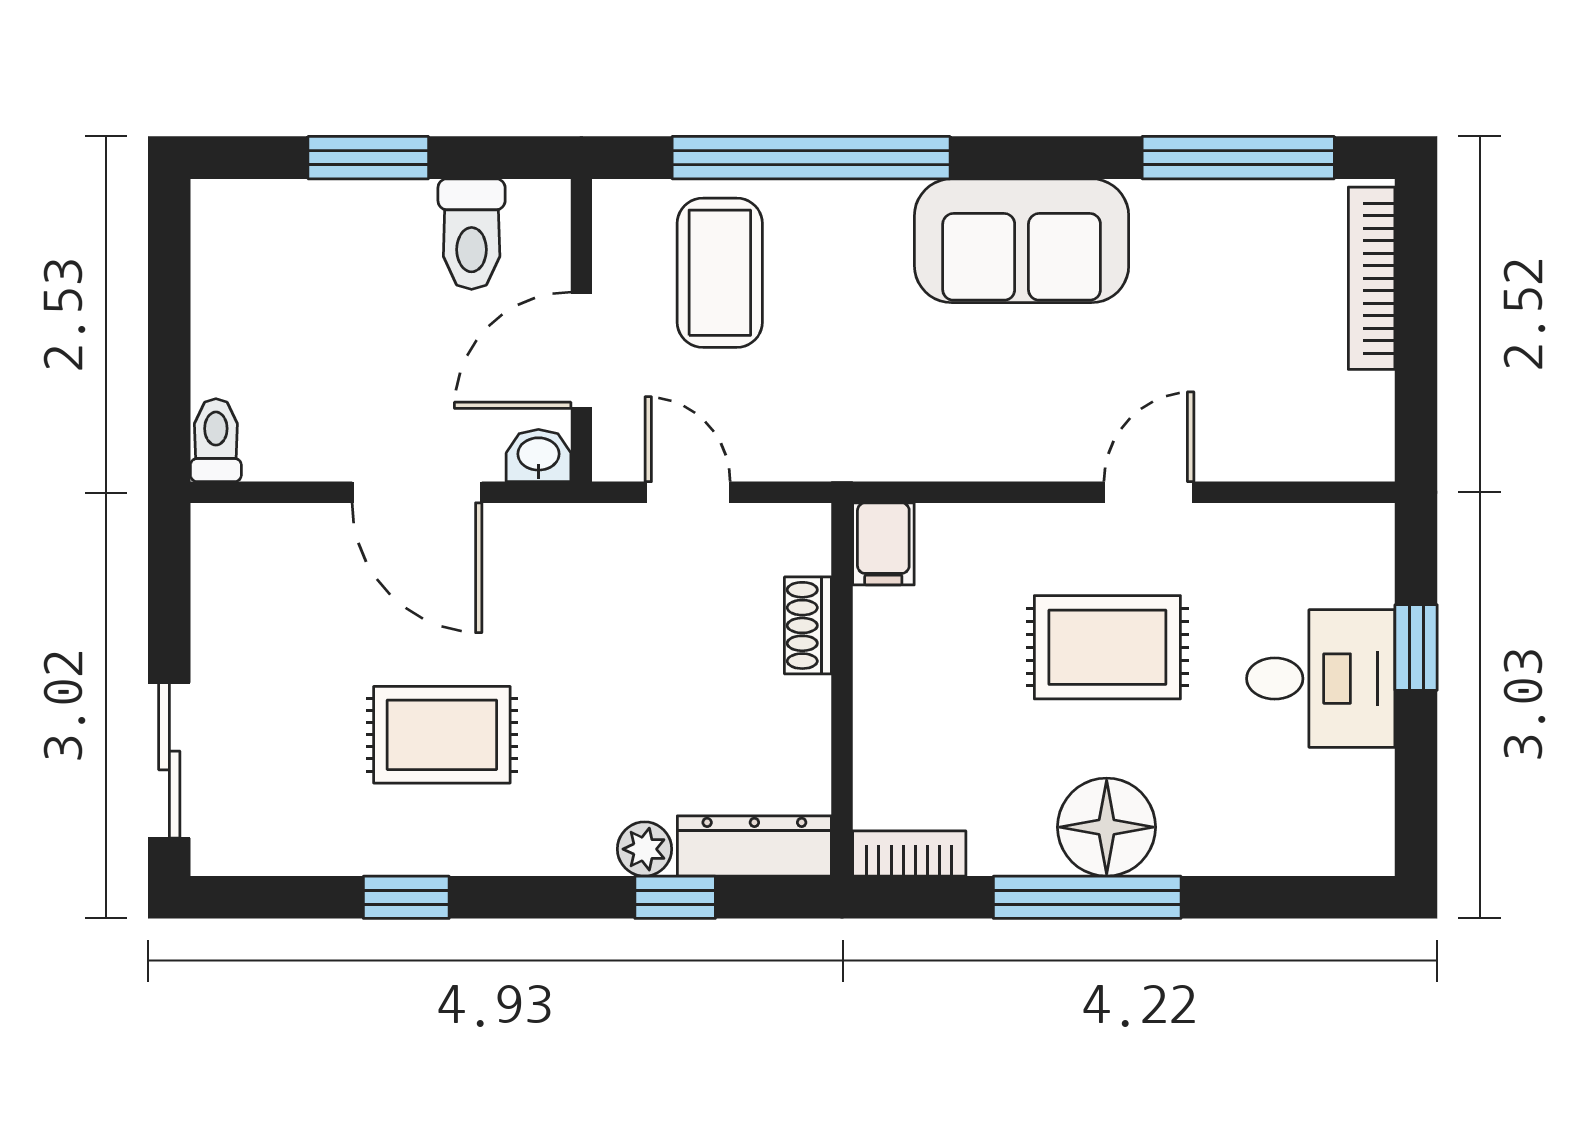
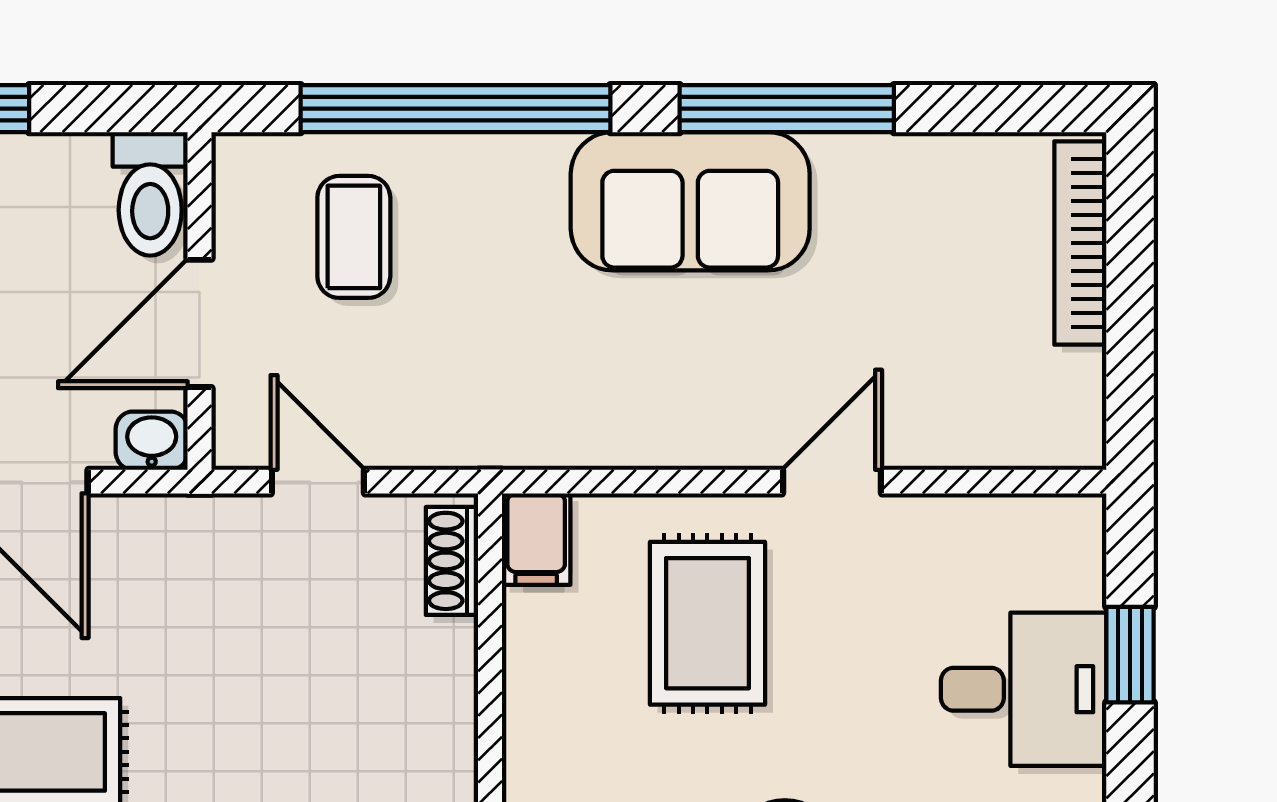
window: (1238, 158) -> (787, 109), moved
toilet: (472, 234) -> (150, 194), moved
coffee table: (720, 273) -> (354, 237), width x0.73, depth x0.77
shoe rack: (808, 625) -> (452, 561), moved
rug: (1107, 647) -> (707, 623), moved, turned 90

